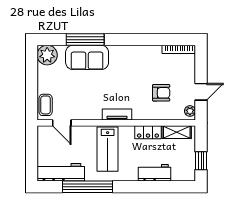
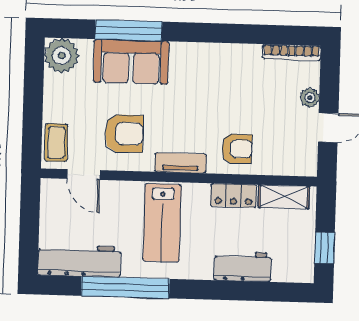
armchair: (161, 93) -> (237, 149), moved
armchair: (84, 99) -> (124, 134), added
plant: (190, 111) -> (310, 98), moved

